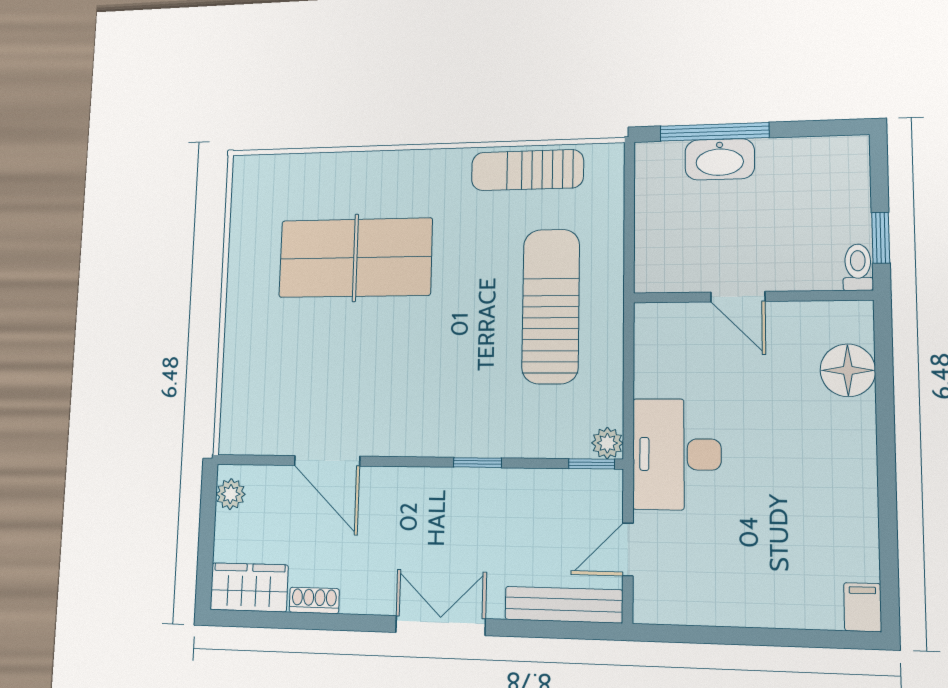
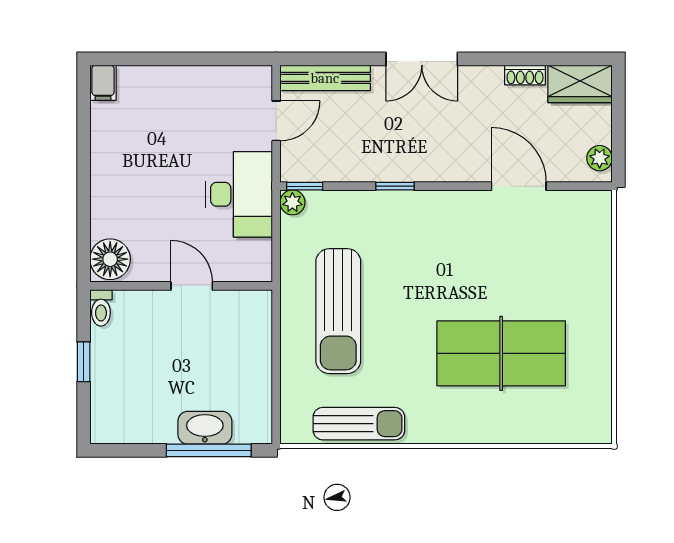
toilet: (858, 267) -> (101, 308), moved
door: (738, 297) -> (192, 286), moved
wall: (752, 297) -> (181, 286), moved

